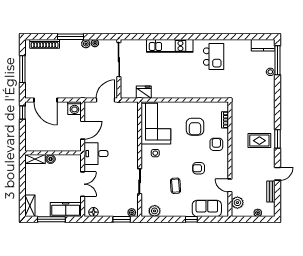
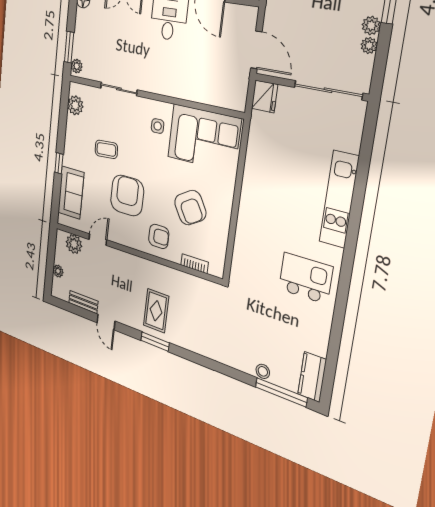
kitchen island: (214, 57) -> (305, 278), turned 180
fridge: (144, 92) -> (265, 96), moved
armchair: (195, 127) -> (190, 208), turned -121
armchair: (199, 168) -> (127, 195), width x1.88, depth x1.88

